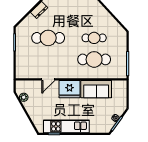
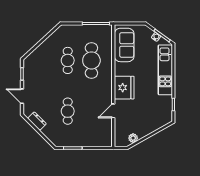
cafe table: (48, 38) -> (68, 111), width x0.73, depth x0.74
door: (48, 79) -> (113, 111), swing flipped
sofa: (96, 89) -> (124, 45), moved
kitchen unit: (66, 126) -> (165, 70), moved

